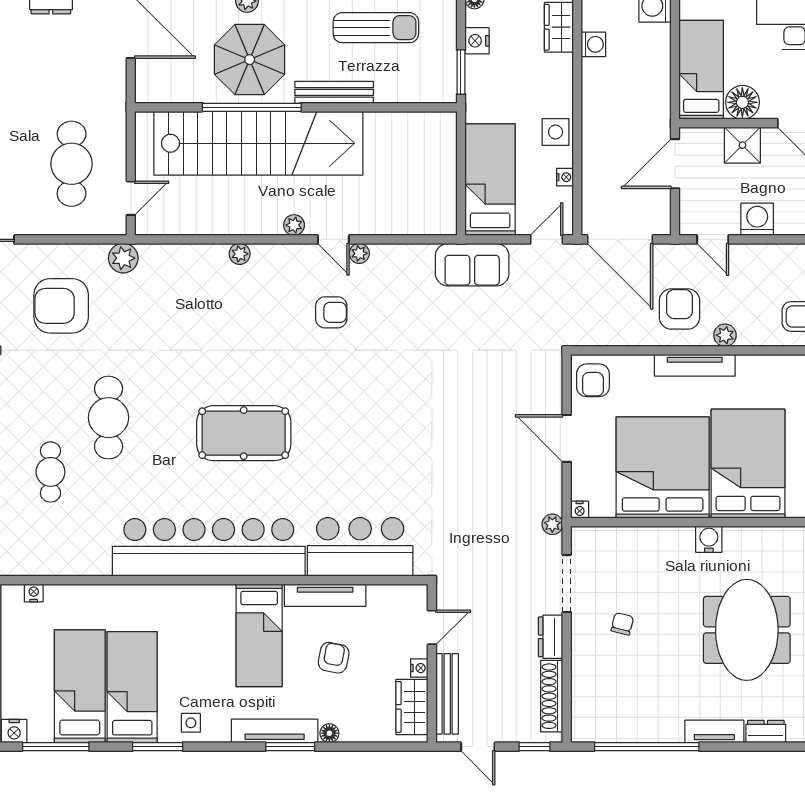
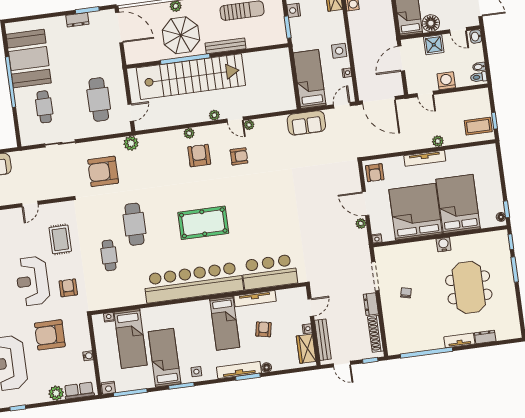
armchair: (680, 309) -> (199, 156), moved
plant: (552, 524) -> (361, 223), moved
bed: (80, 686) -> (131, 339), moved, turned 180

